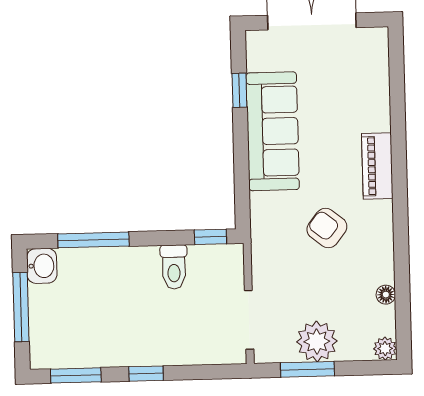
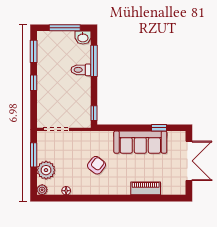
piano: (377, 166) -> (146, 188), moved
toilet: (174, 267) -> (81, 70), moved
plant: (317, 341) -> (46, 170), moved

